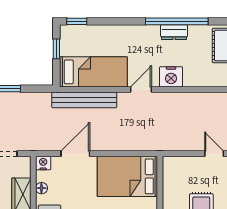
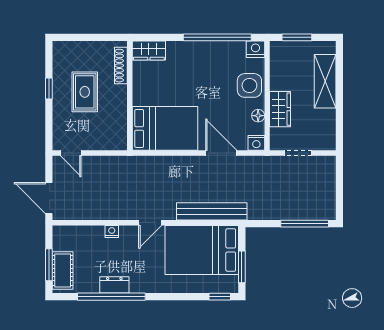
window: (56, 49) -> (242, 267), width x1.50
bed: (93, 72) -> (202, 250), width x1.50
nightstand: (171, 77) -> (112, 232), width x0.53, depth x0.56
door: (75, 154) -> (221, 153), swing flipped

